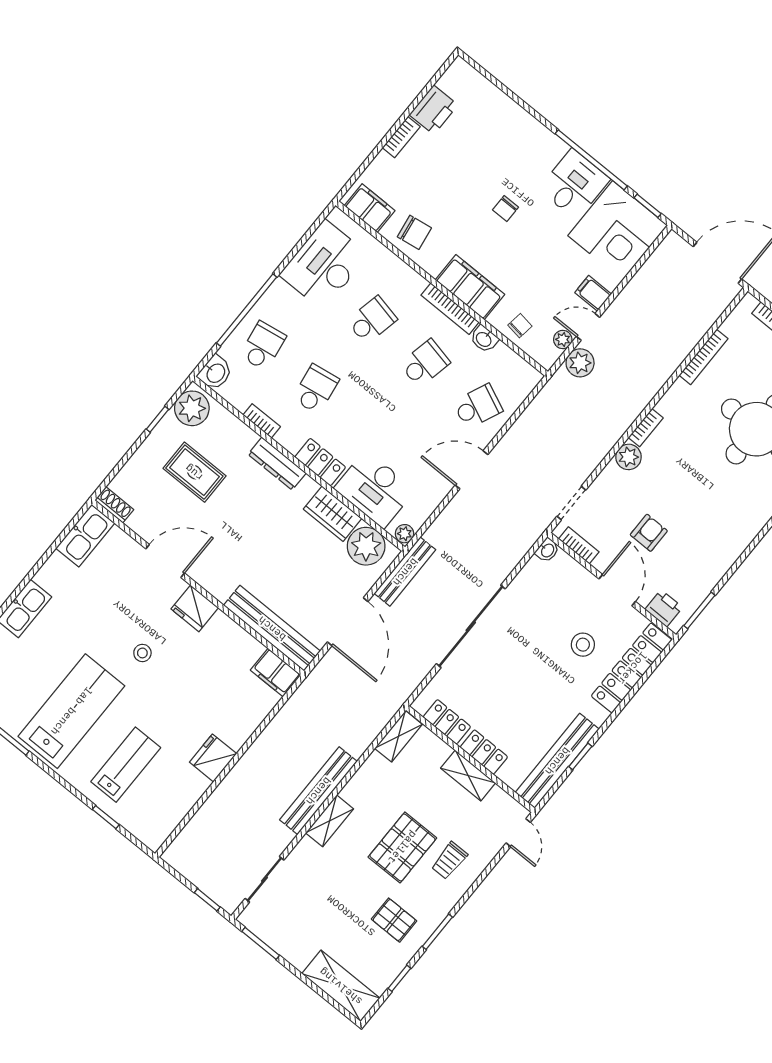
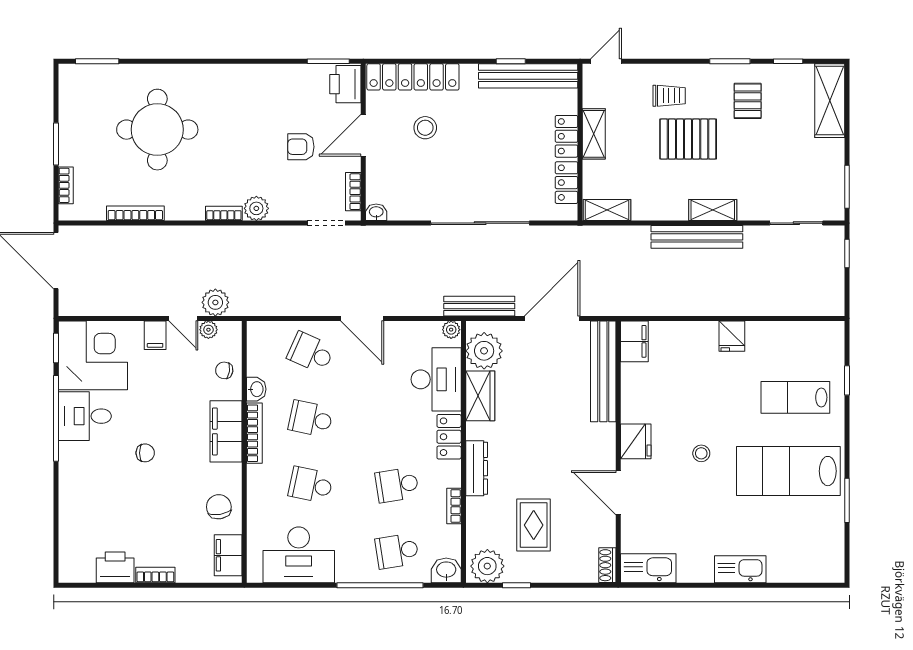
printer: (664, 608) -> (345, 84), width x1.36, depth x1.24
fridge: (213, 758) -> (732, 336), width x0.72

